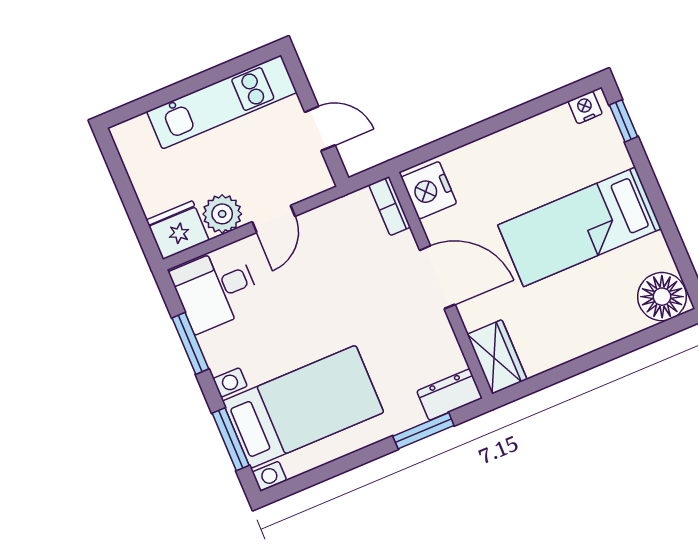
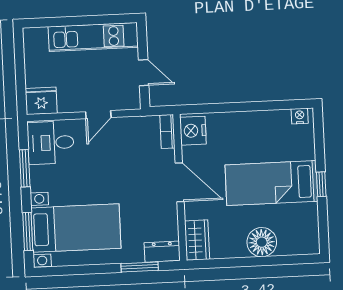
window: (623, 121) -> (321, 184), moved
plant: (222, 214) -> (70, 101), removed
floor lamp: (662, 297) -> (262, 242), moved

